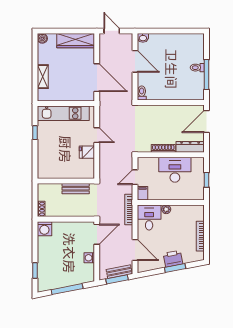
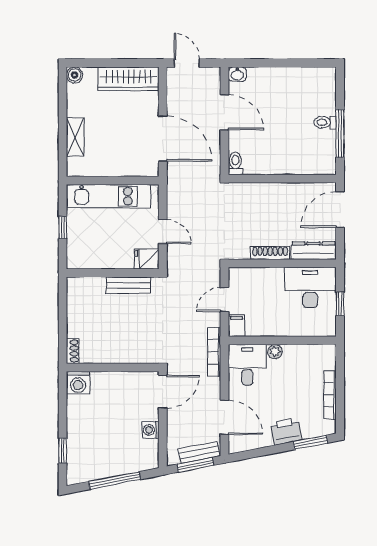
desk: (175, 170) -> (310, 288), moved
wall: (66, 181) -> (113, 273), moved
bench: (76, 189) -> (128, 285), moved
window: (175, 268) -> (310, 442), moved

